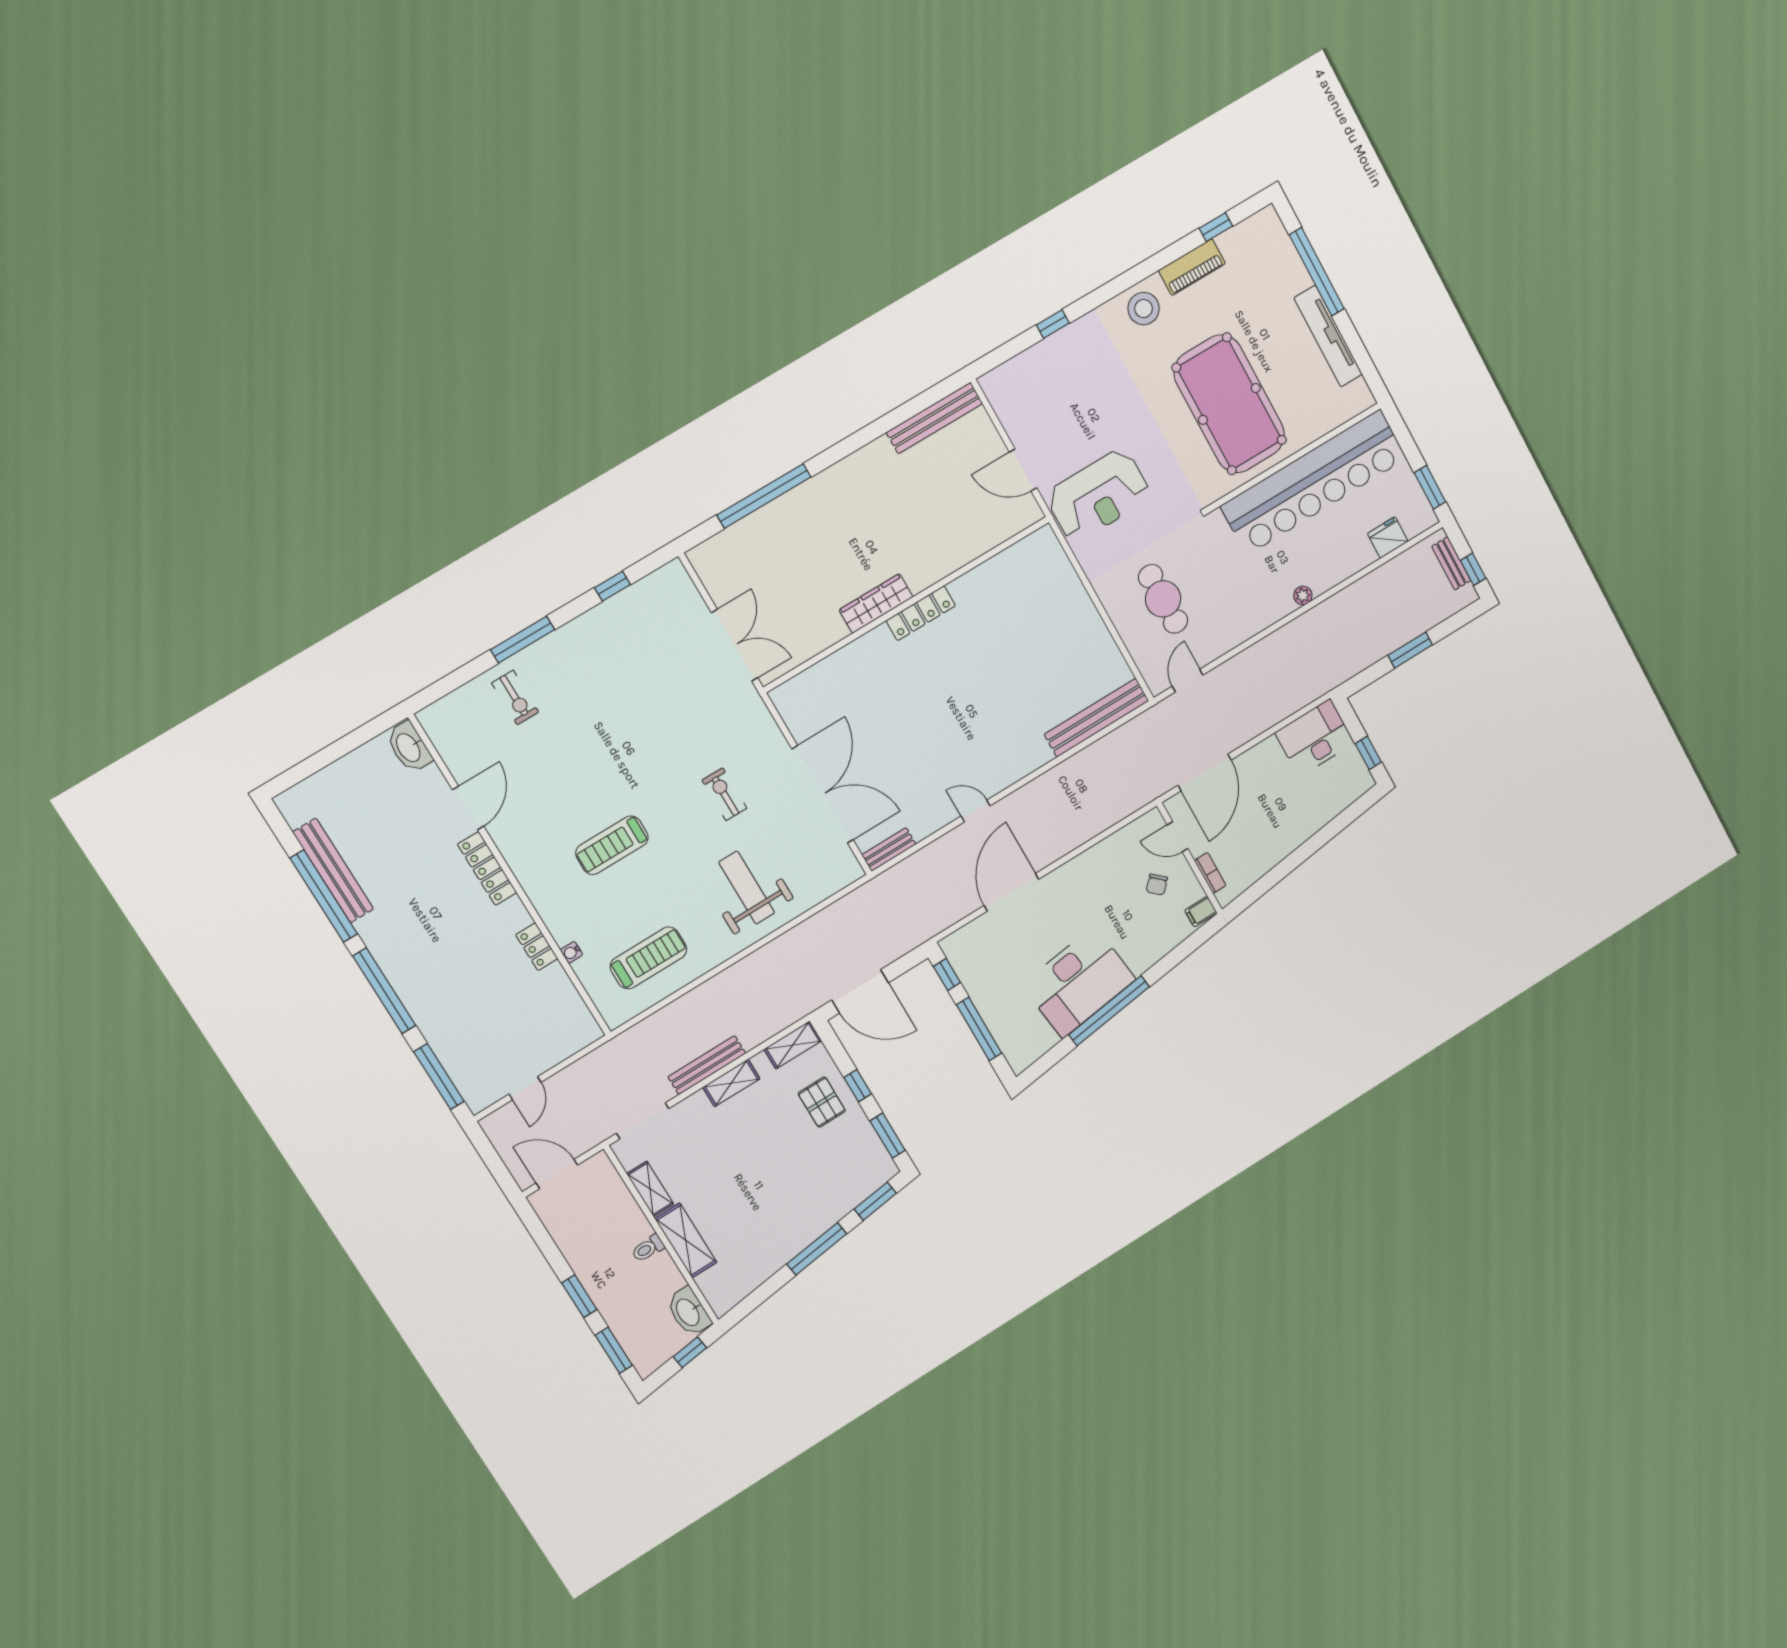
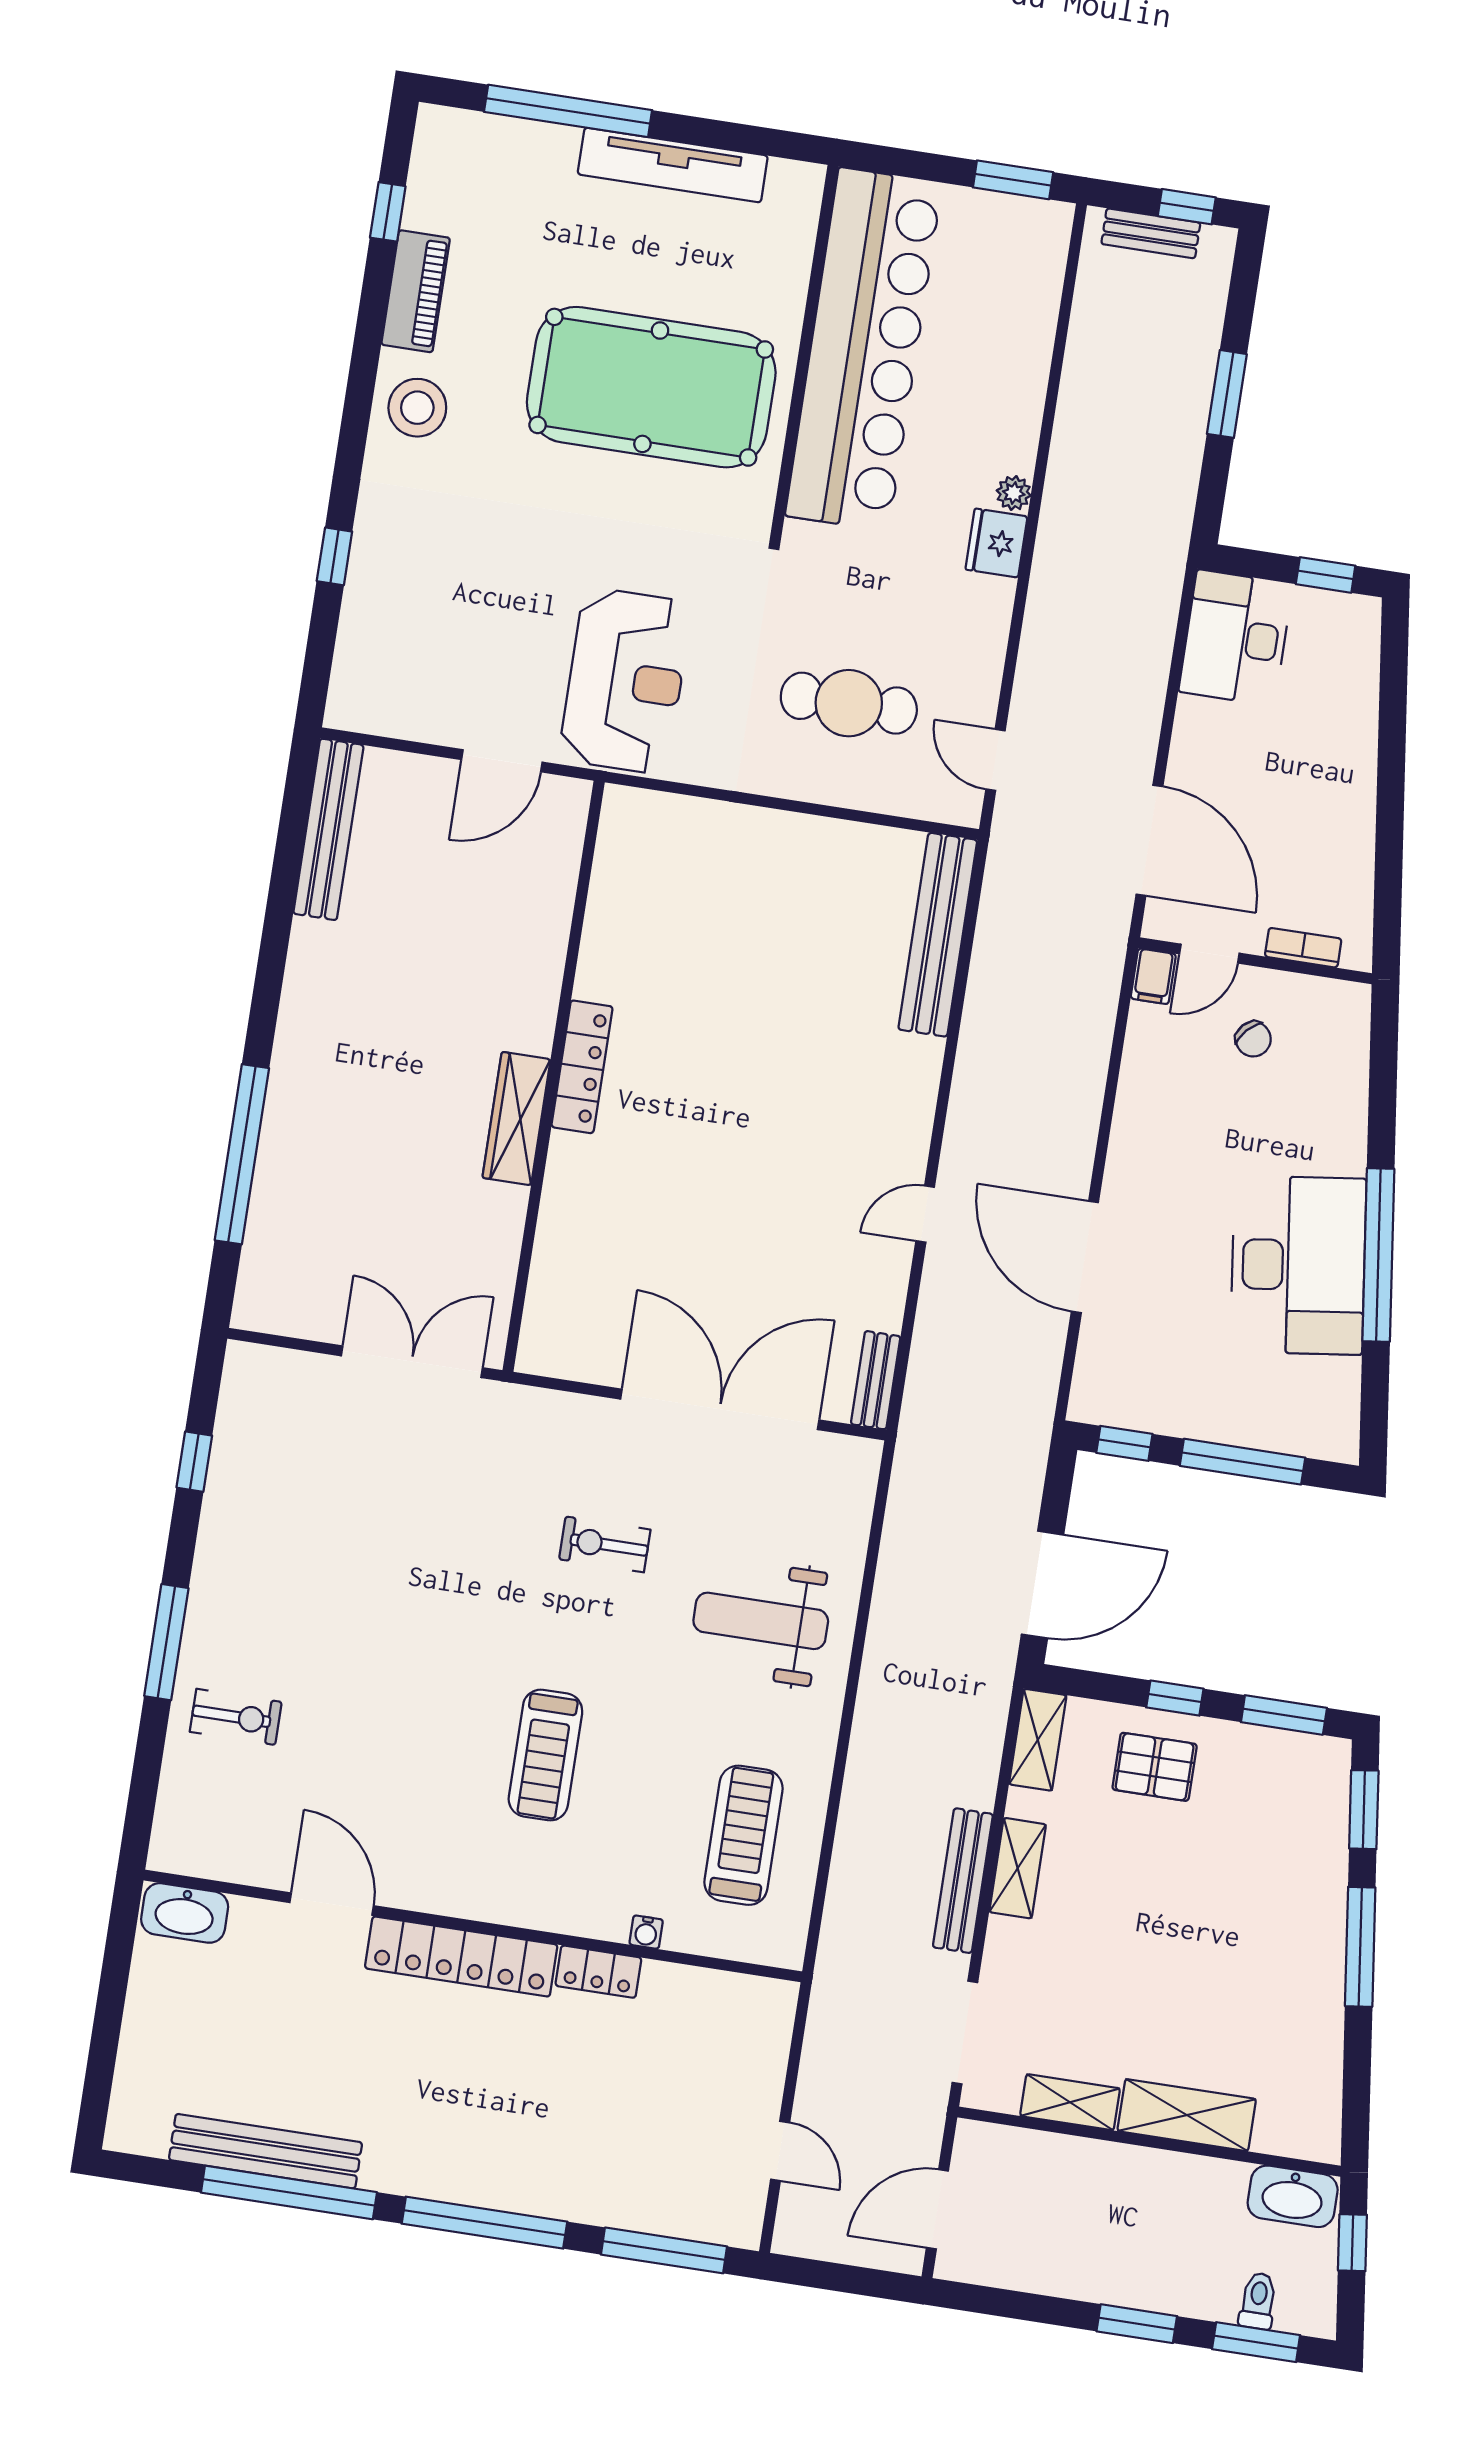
fridge: (1388, 537) -> (996, 543), moved
locker: (487, 868) -> (461, 1956), width x1.41, depth x1.21
filing cabinet: (1201, 912) -> (1153, 976), moved
toilet: (648, 1248) -> (1258, 2301), moved, turned 180

